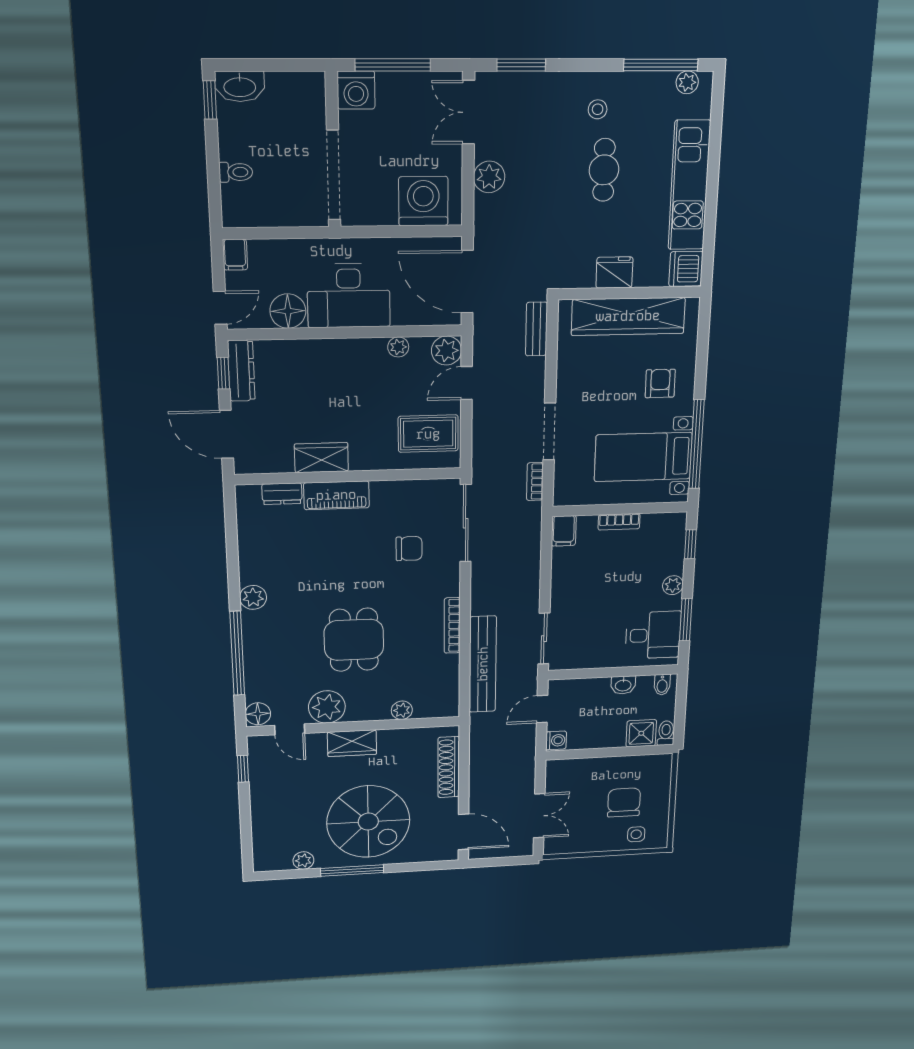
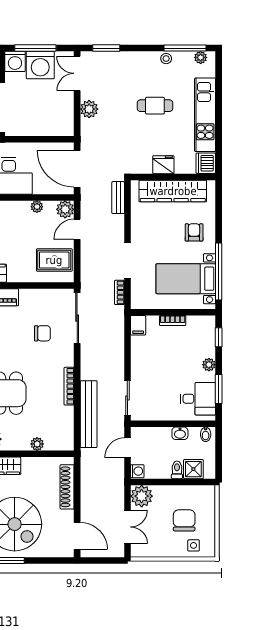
stool: (598, 109) -> (166, 59), moved
cafe table: (604, 170) -> (155, 106), turned 90
washing machine: (423, 201) -> (40, 65), moved, turned 180
toilet: (666, 733) -> (177, 470), moved
plant: (562, 774) -> (142, 496), added

